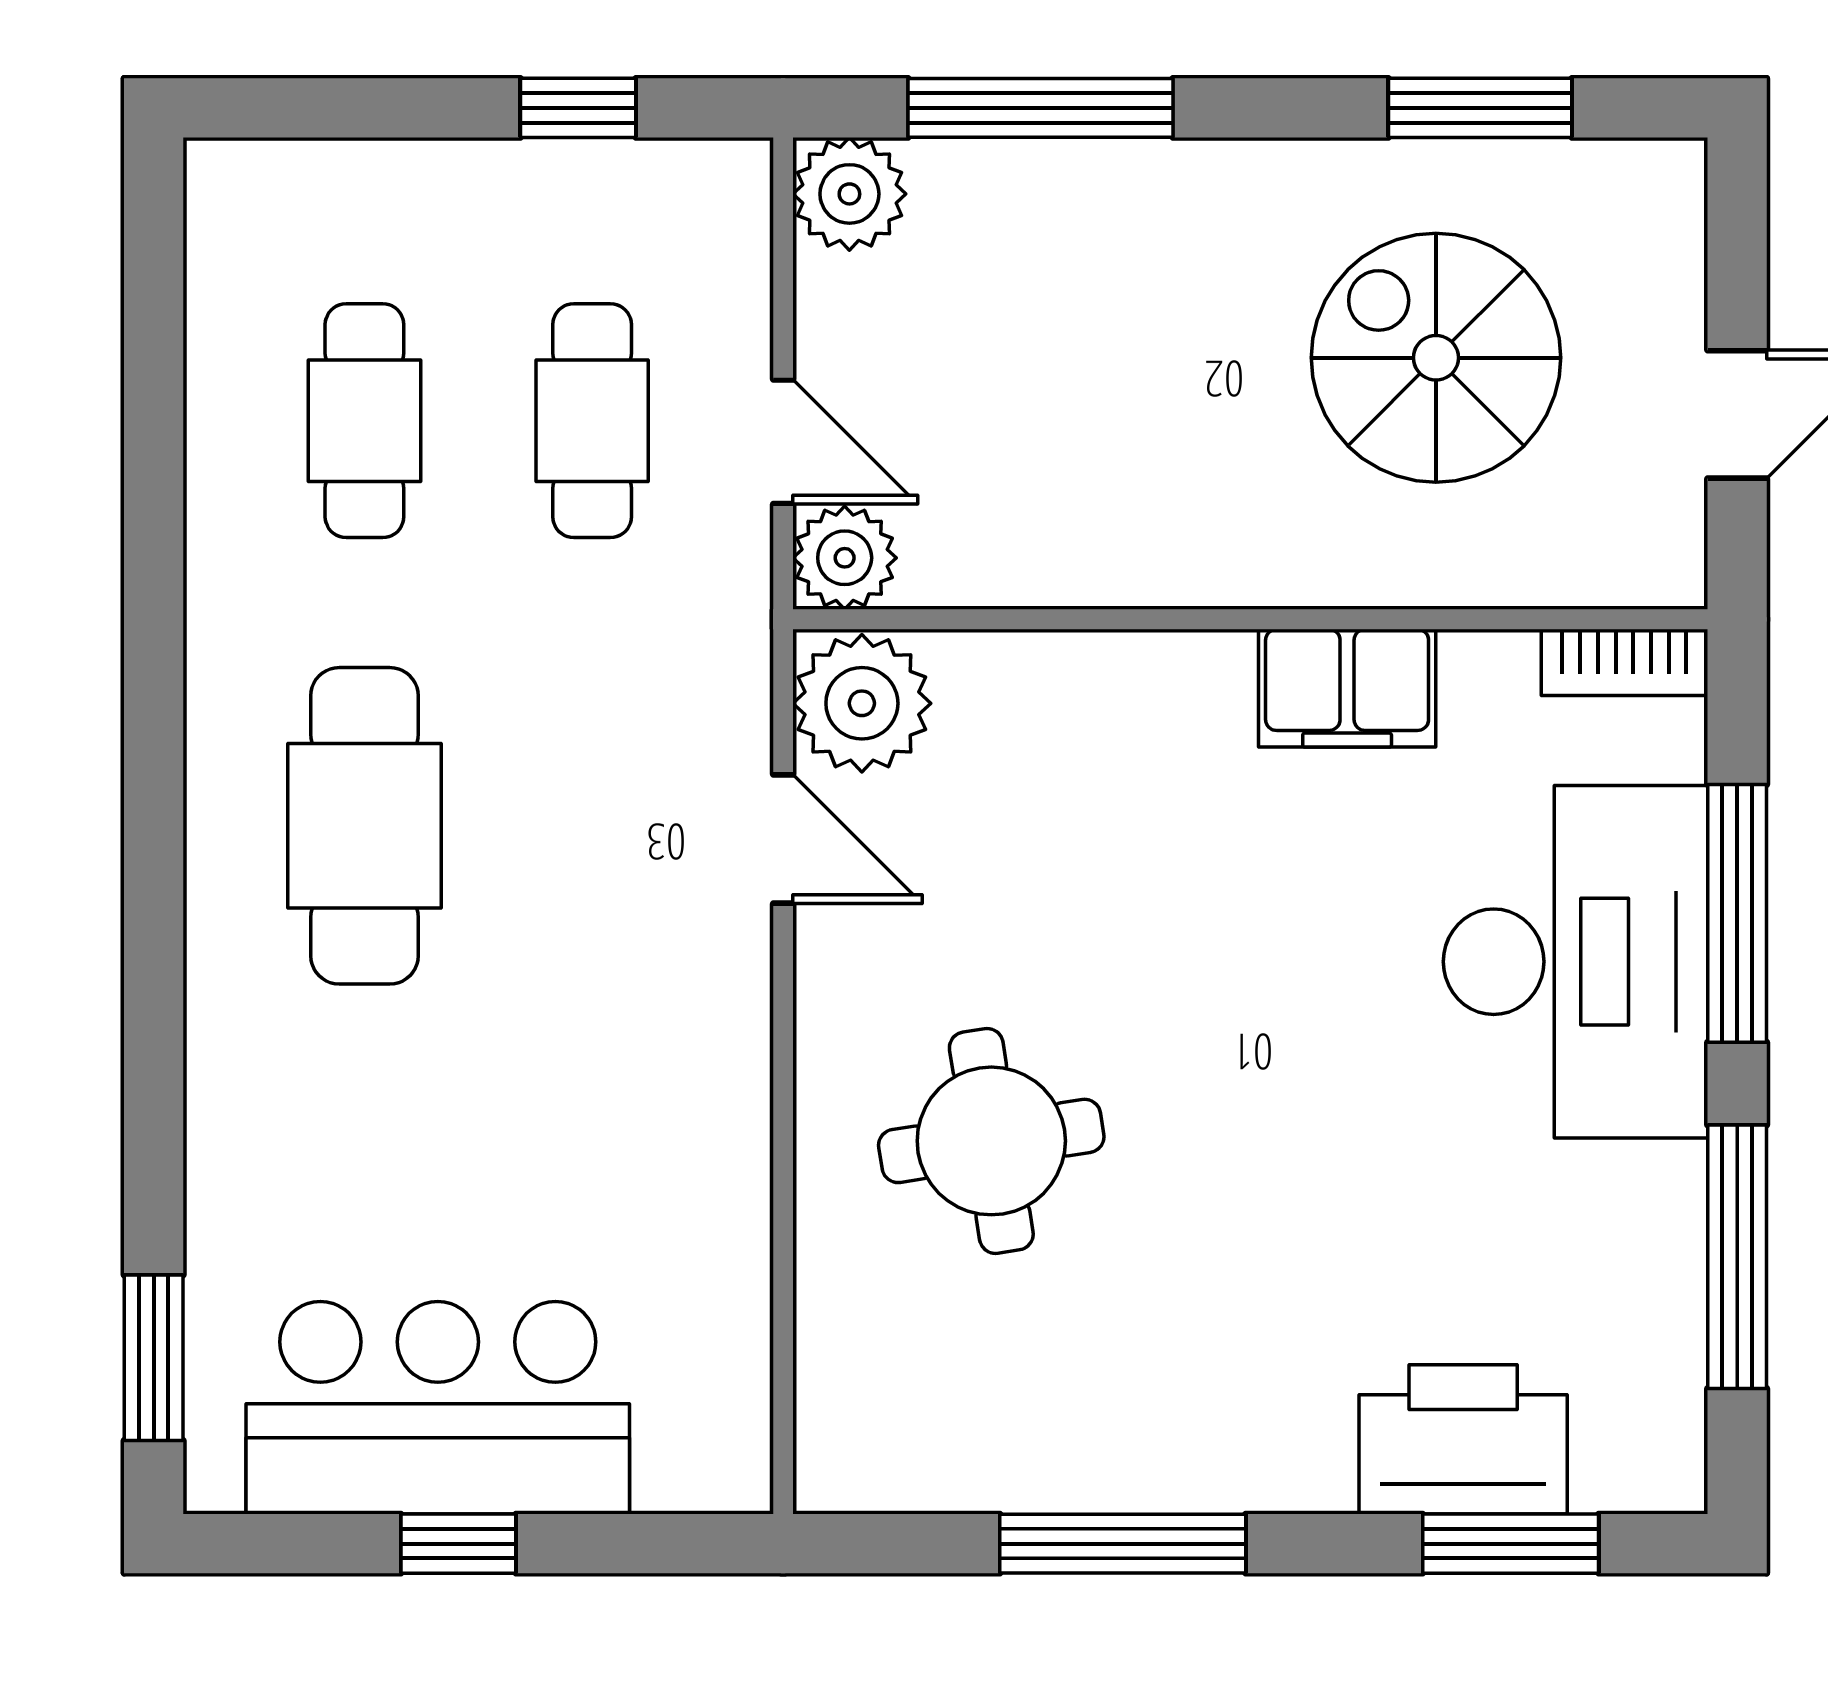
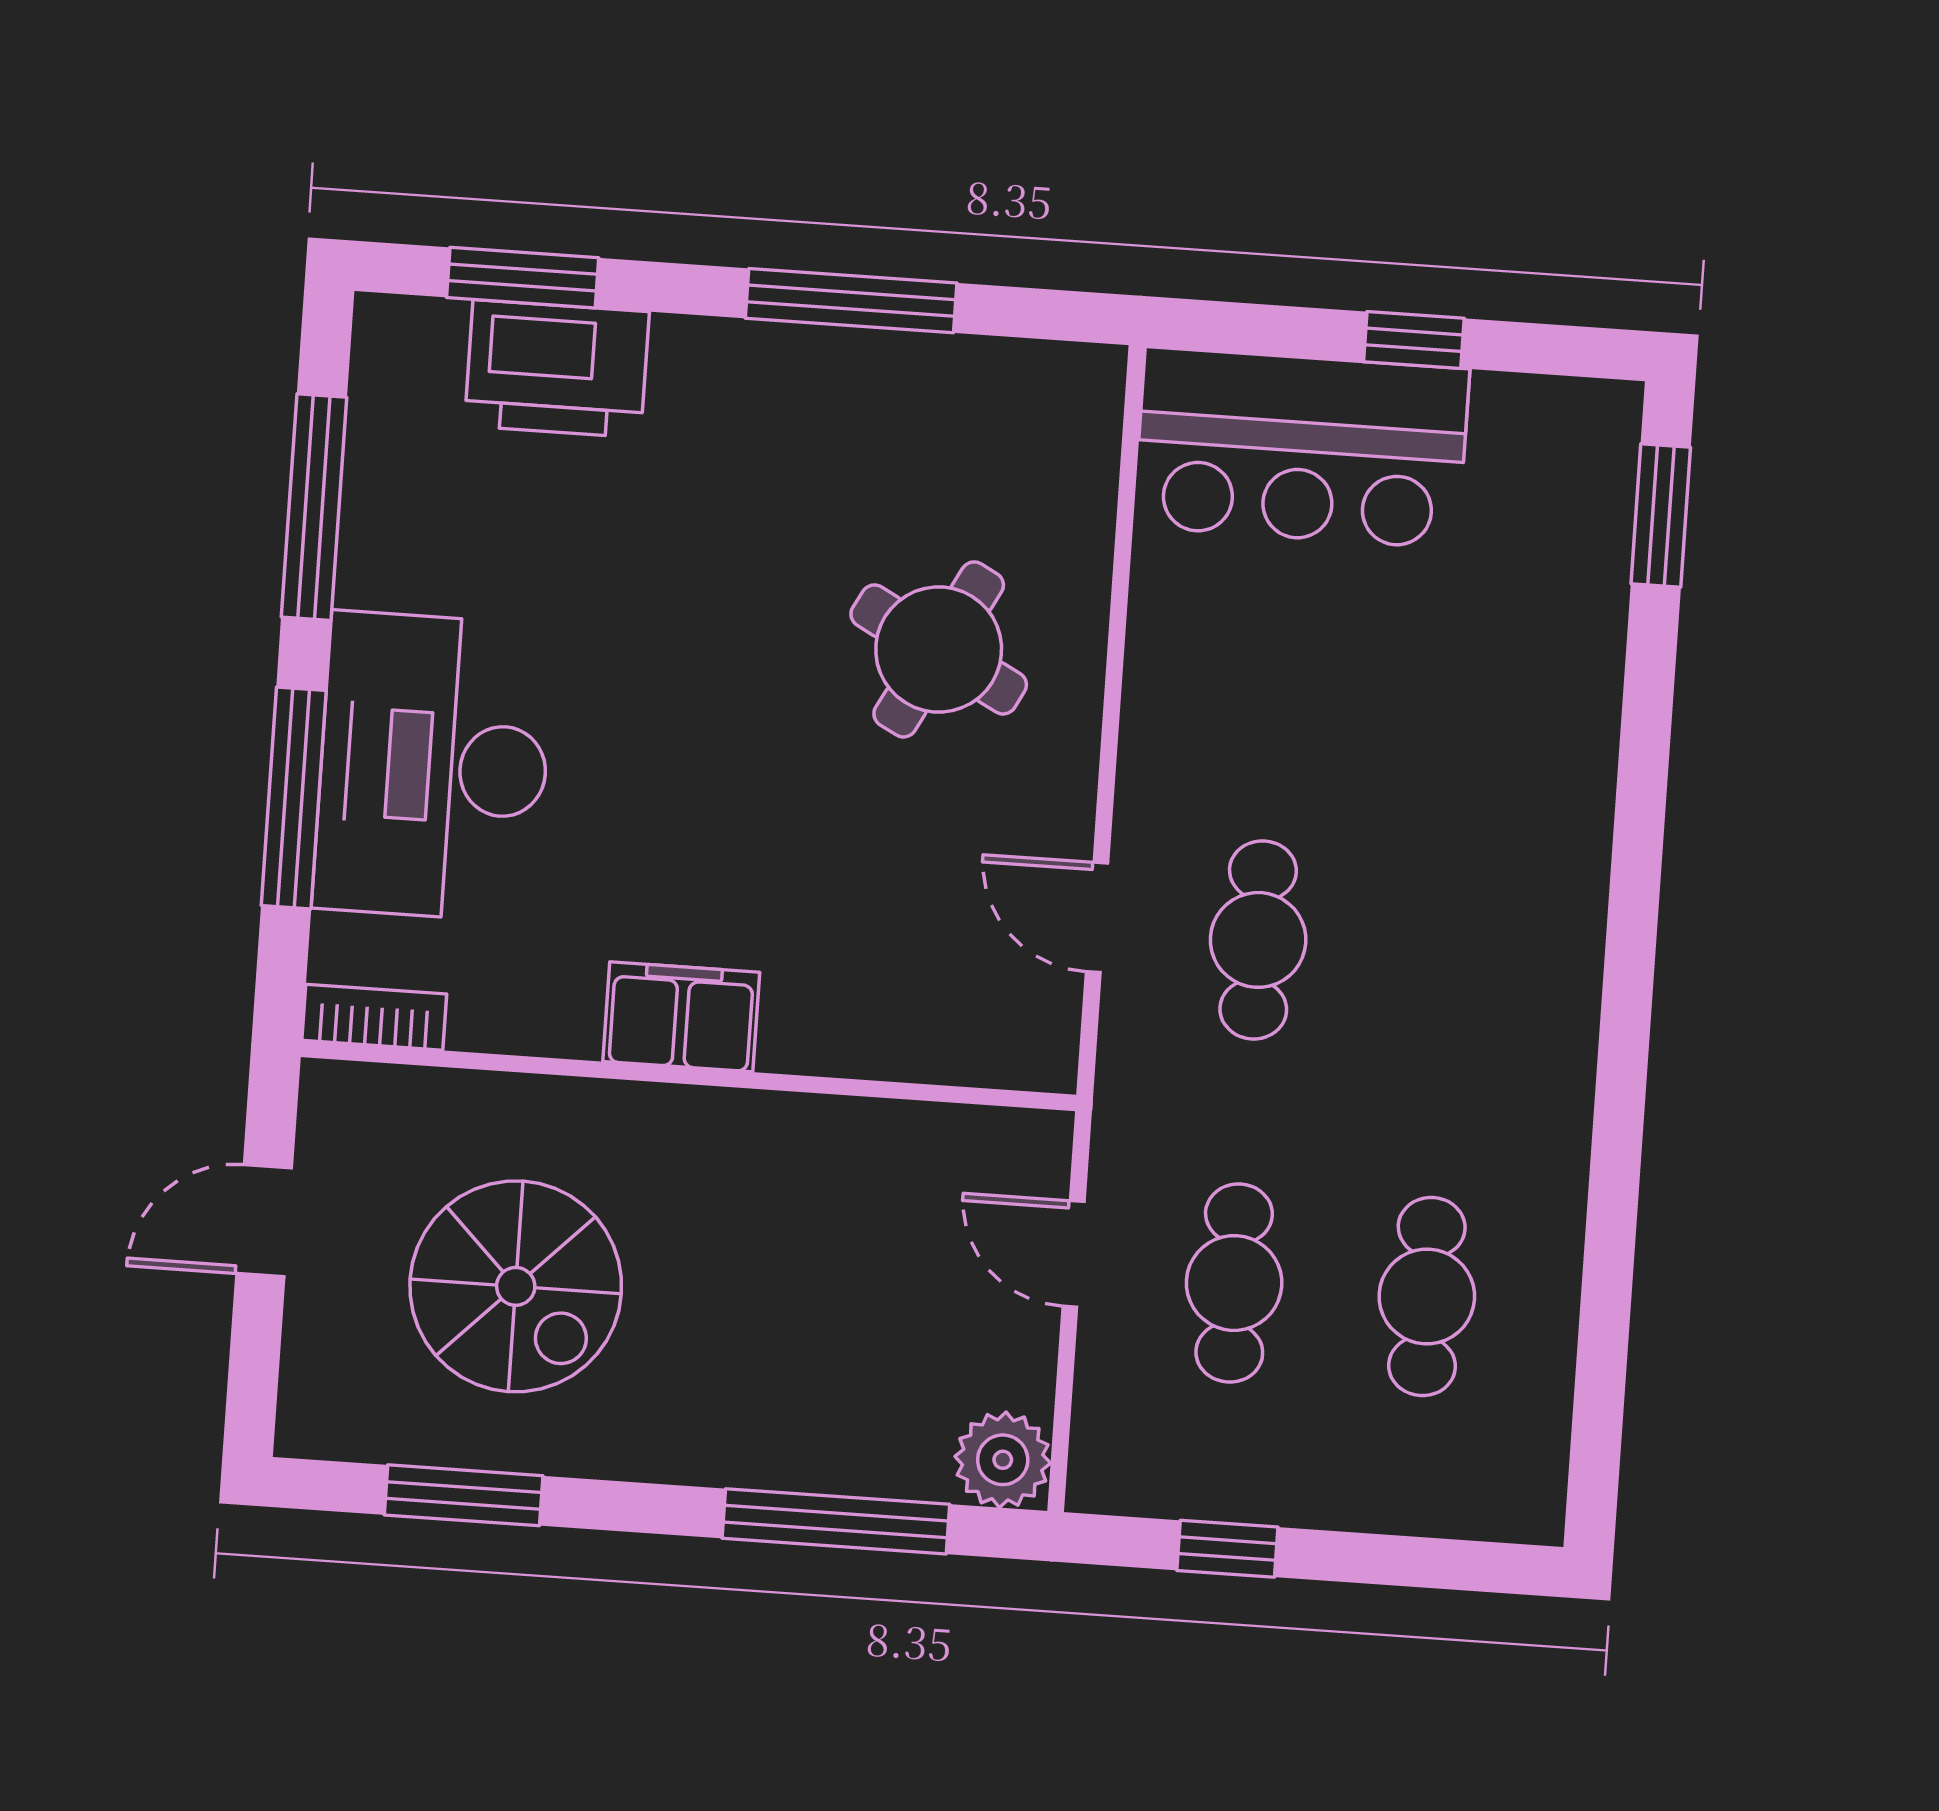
plant: (845, 558) -> (1028, 1152), removed
filing cabinet: (1347, 688) -> (681, 1017), moved
plant: (862, 703) -> (1022, 1028), removed
cafe table: (364, 826) -> (1258, 940), moved, width x0.73, depth x0.74
round table: (991, 1141) -> (939, 649), turned 37
bar counter: (438, 1408) -> (1301, 448), moved

